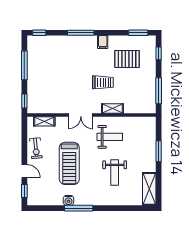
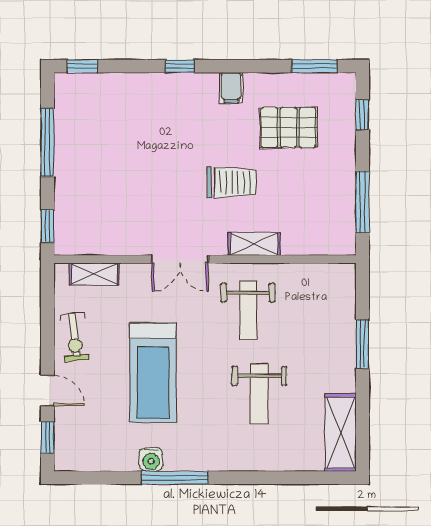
window: (81, 33) -> (180, 66), width x0.46
weight bench: (110, 137) -> (248, 310), turned 90

